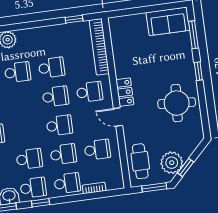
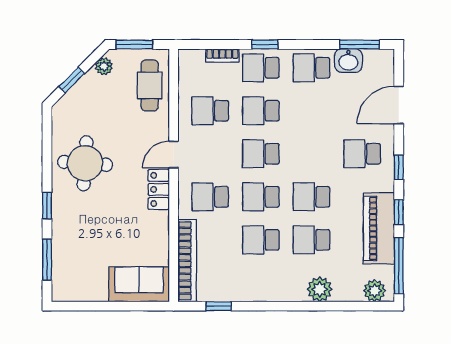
sofa: (168, 21) -> (139, 284), moved
door: (118, 117) -> (174, 155), swing flipped
school desk: (29, 159) -> (311, 197), moved
plant: (172, 163) -> (104, 66), width x0.53, depth x0.53
window: (186, 168) -> (72, 80), moved
window: (41, 203) -> (265, 44), moved

